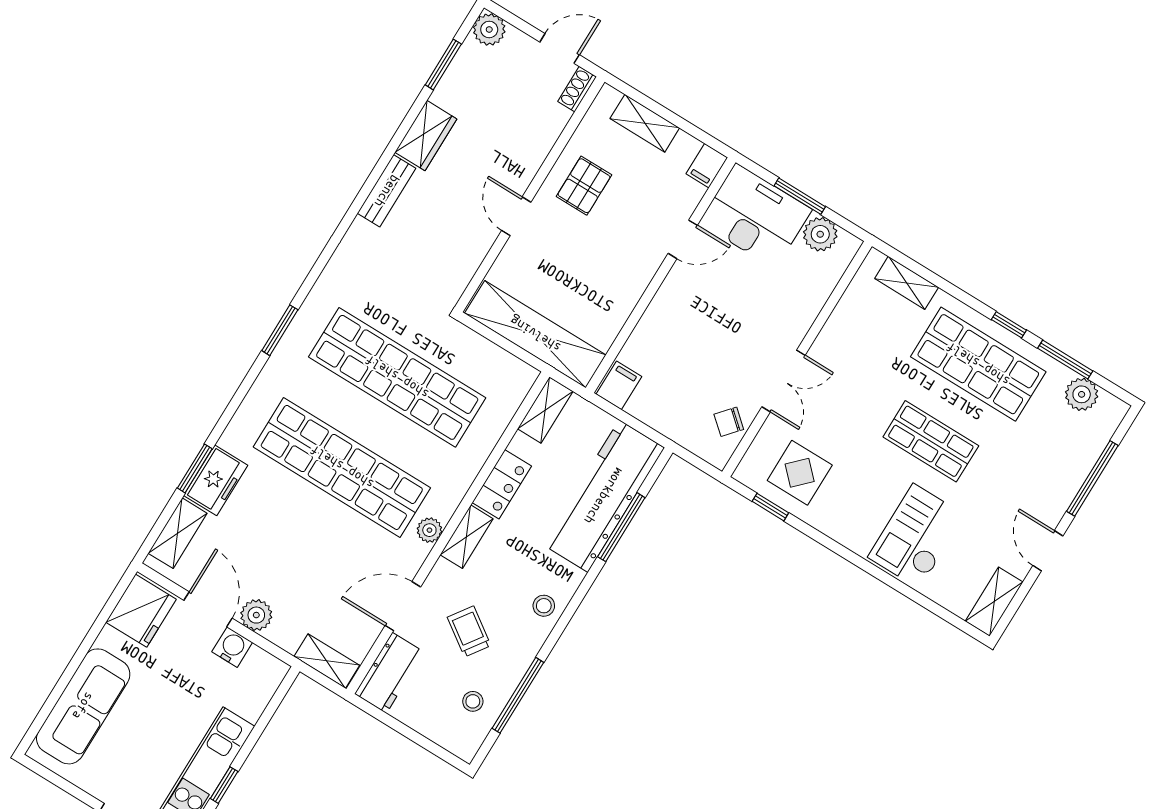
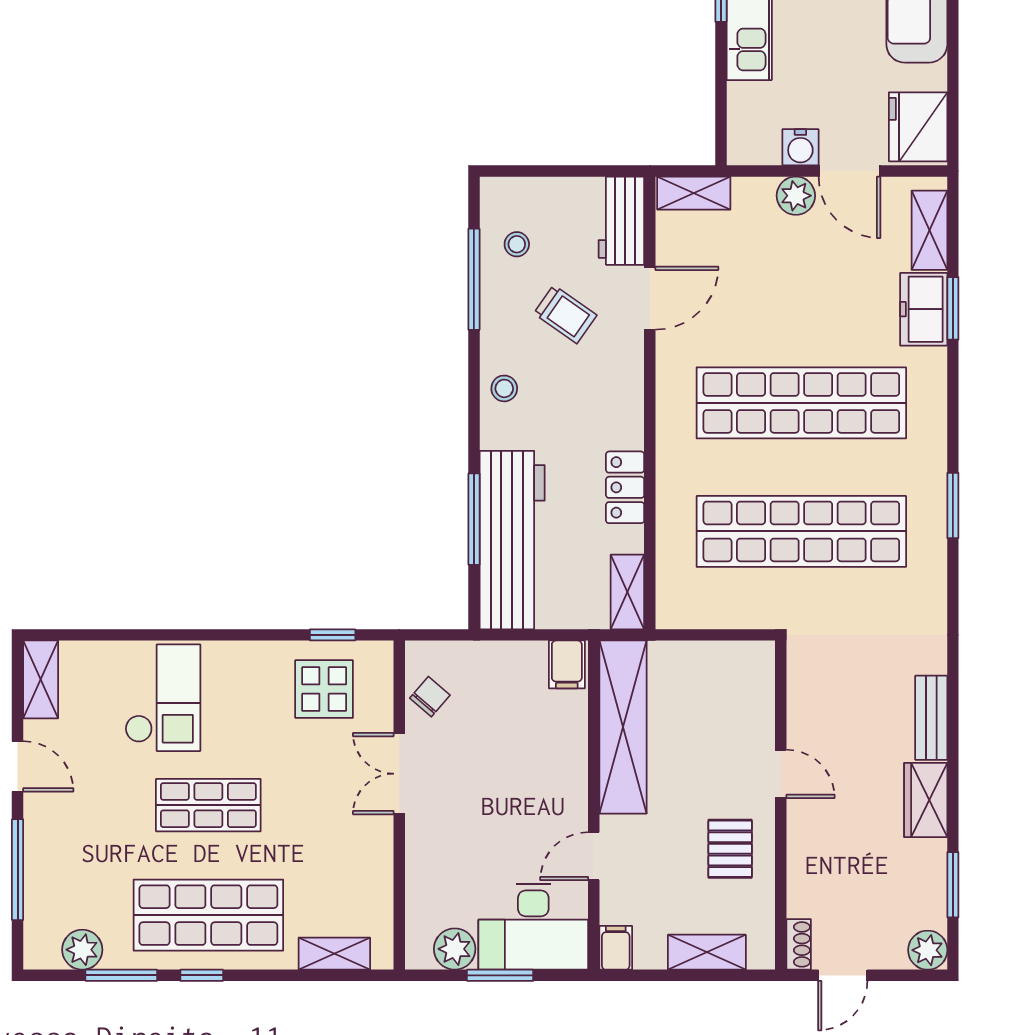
shelving: (535, 334) -> (623, 727), moved, turned 90
plant: (429, 530) -> (671, 394), removed
shelving: (467, 537) -> (628, 411), removed

